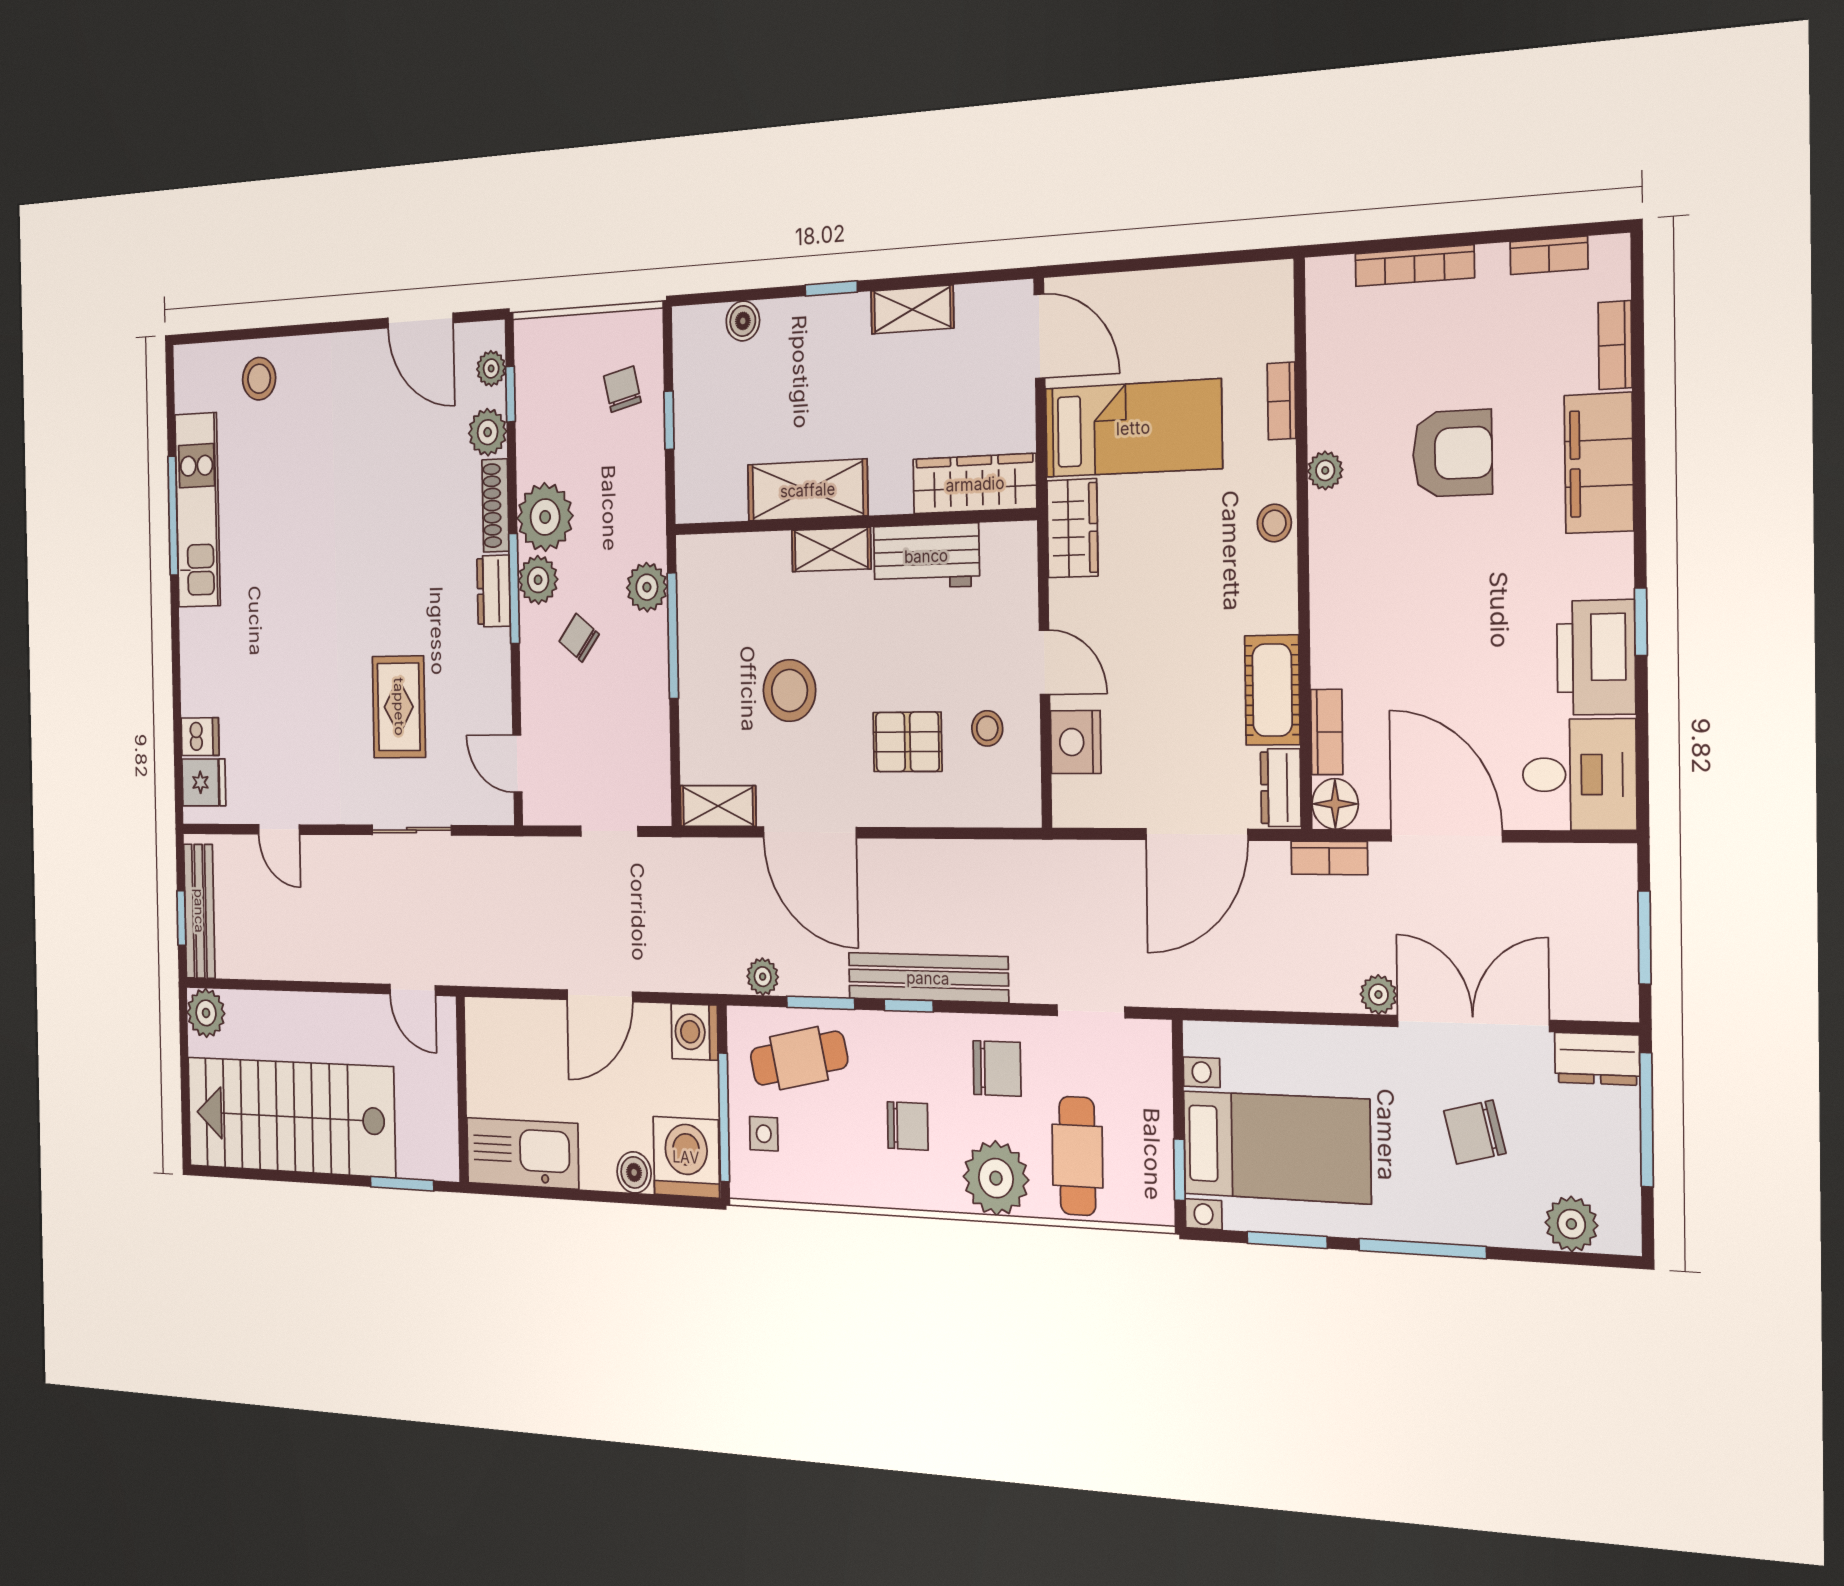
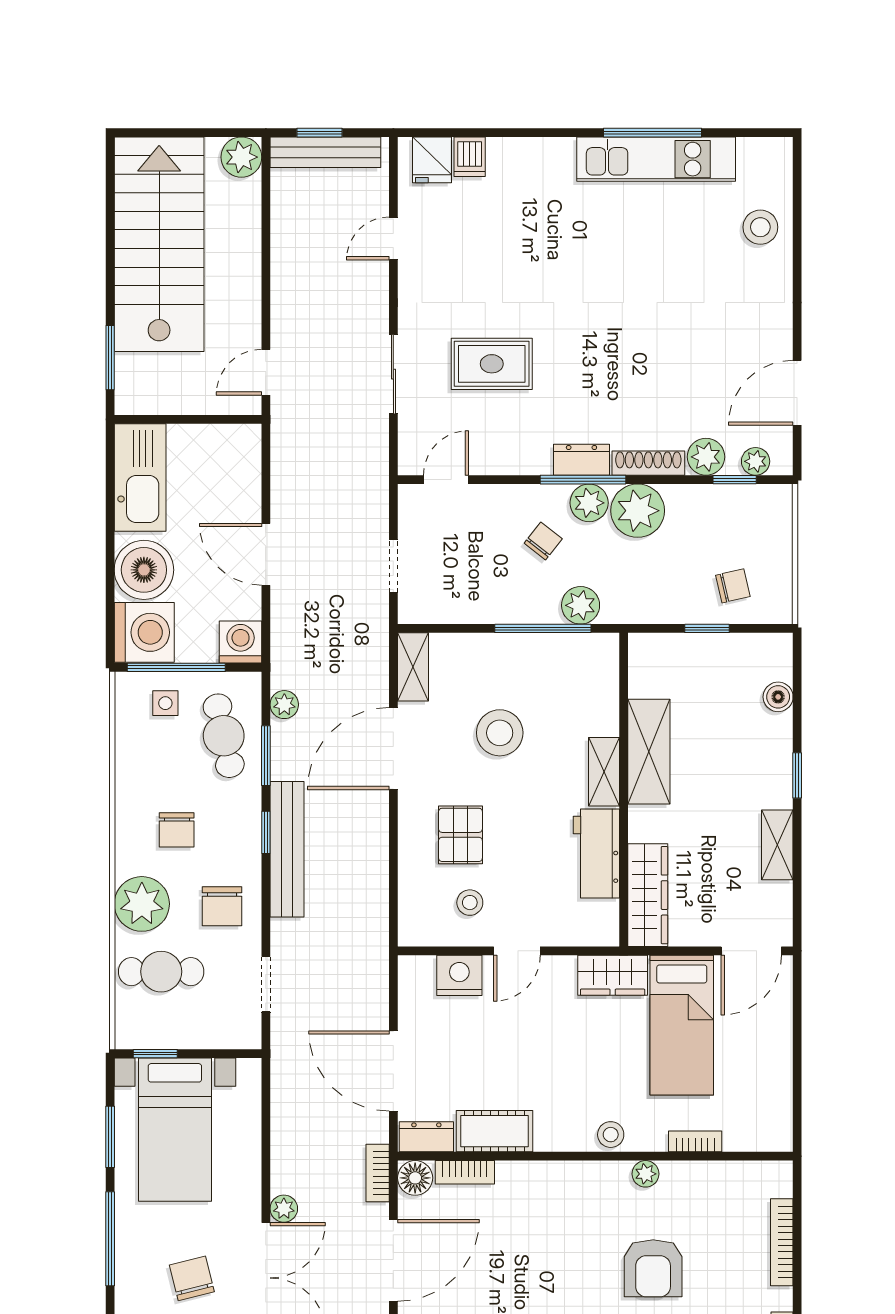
boiler: (634, 1172) -> (144, 570), width x1.86, depth x1.86

